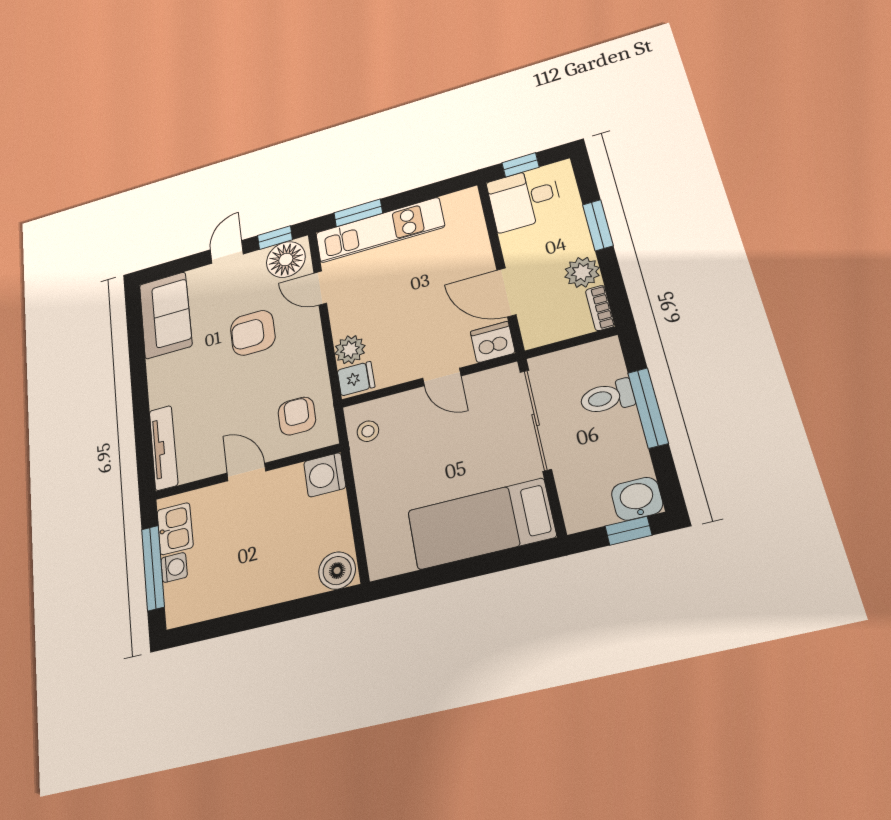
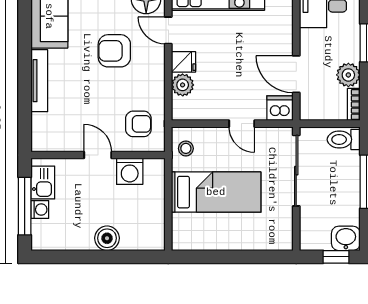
fridge: (356, 379) -> (184, 62), moved
toilet: (607, 397) -> (344, 139), moved
armchair: (297, 416) -> (138, 124), turned 90
tv unit: (164, 448) -> (39, 81), moved
washing machine: (325, 475) -> (130, 171), moved, turned -90
bed: (481, 524) -> (216, 192), moved, turned 180
boiler: (337, 571) -> (107, 238), moved

